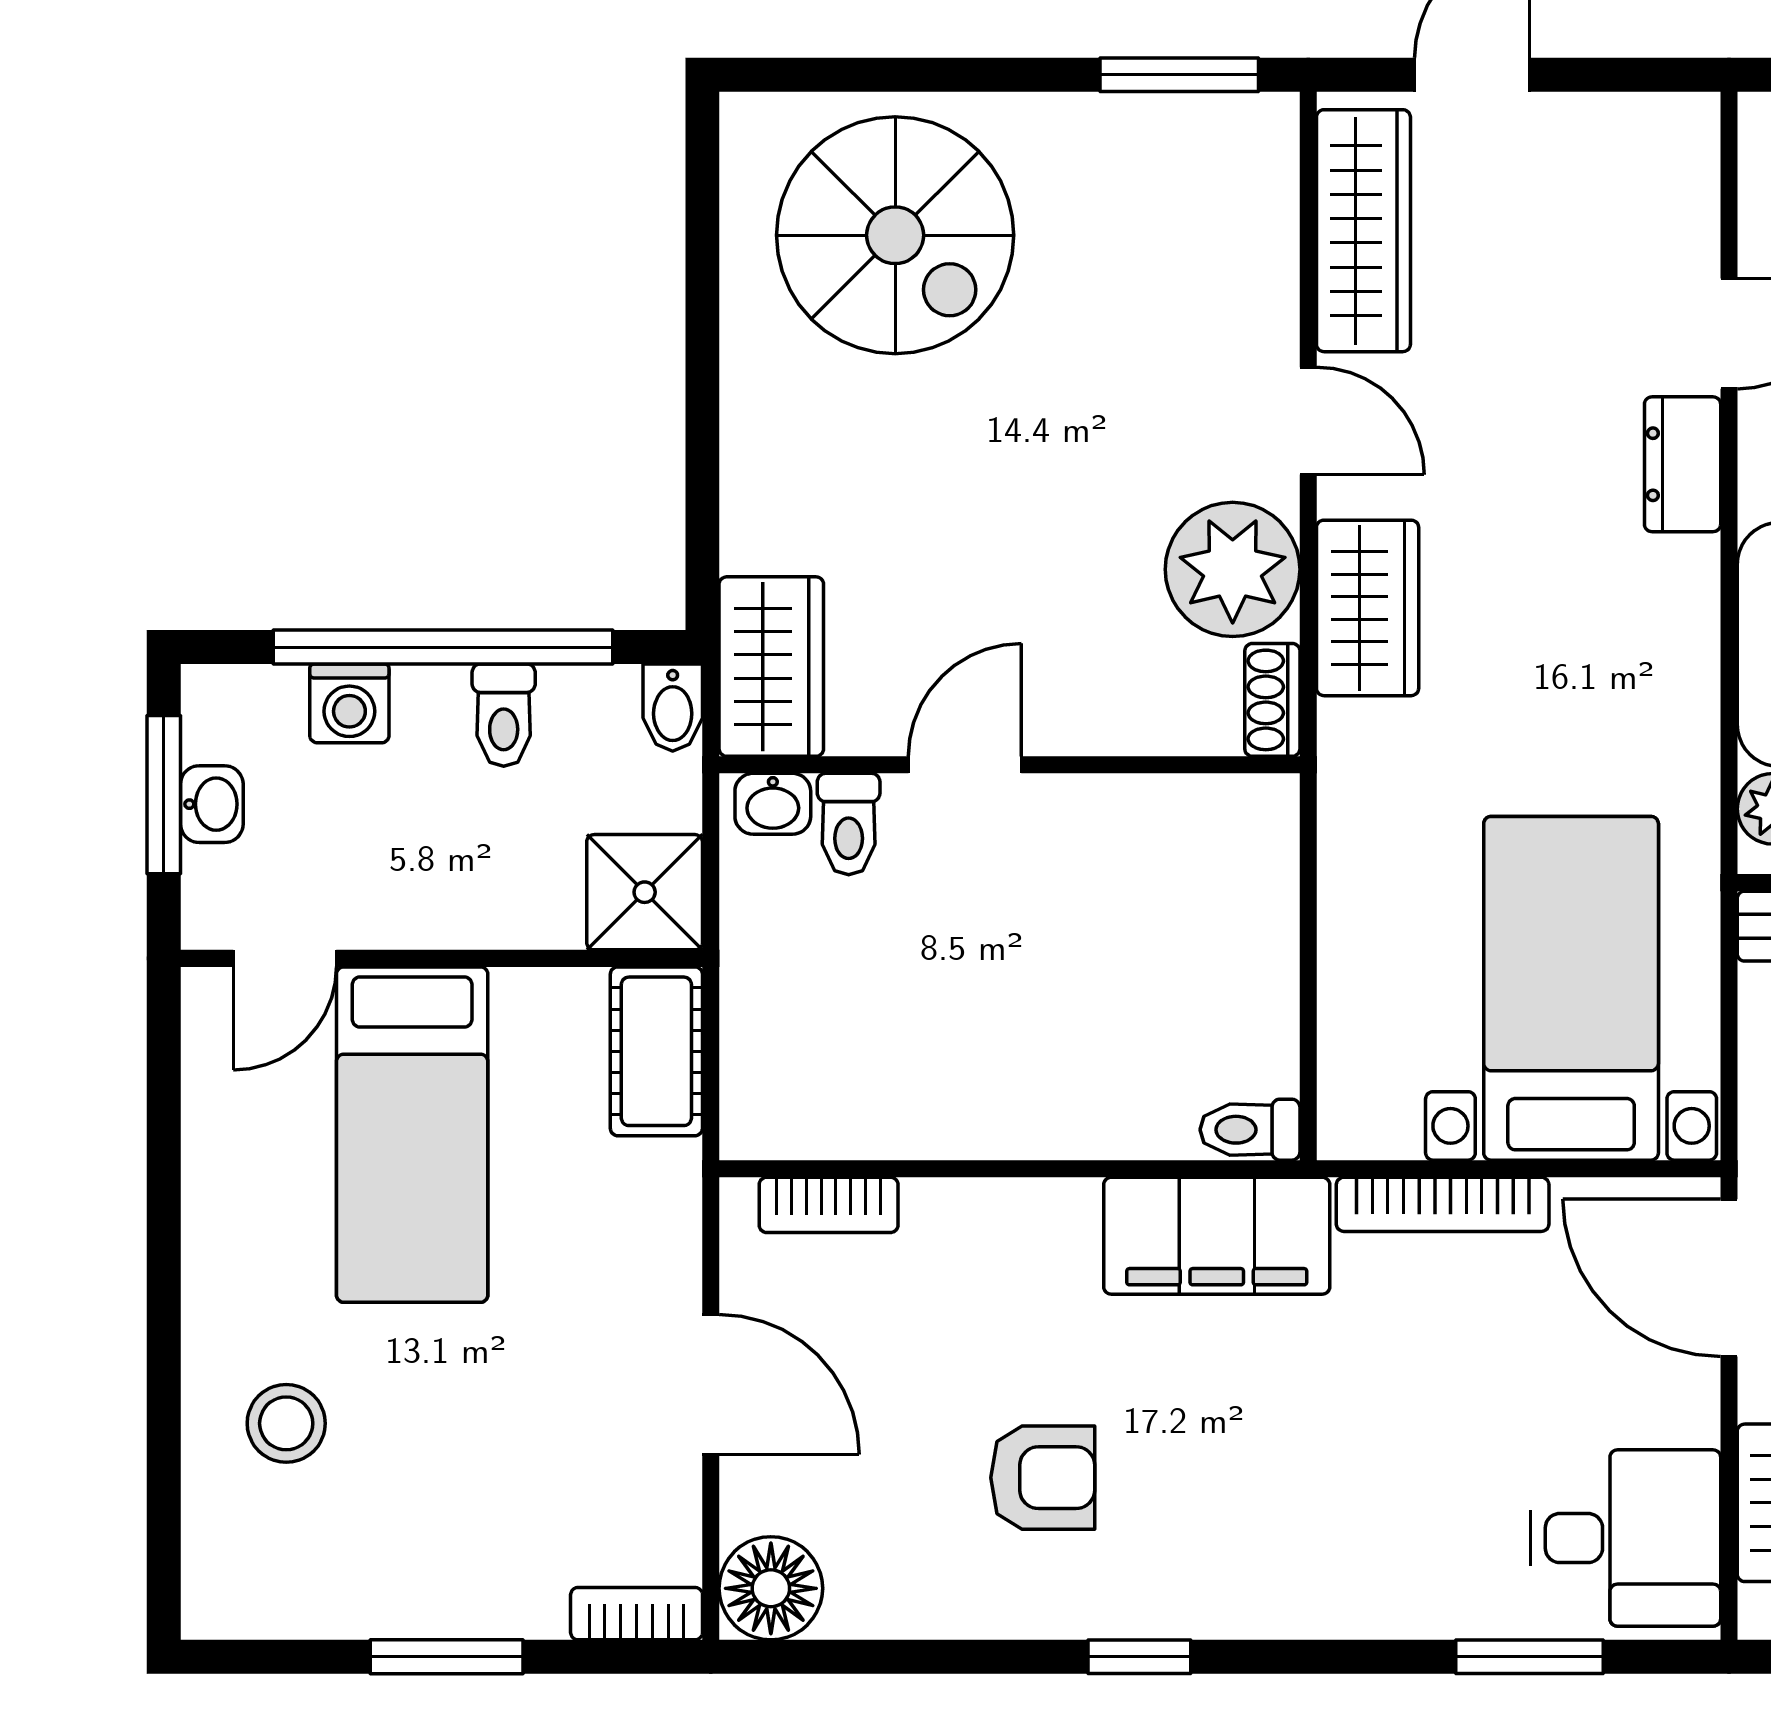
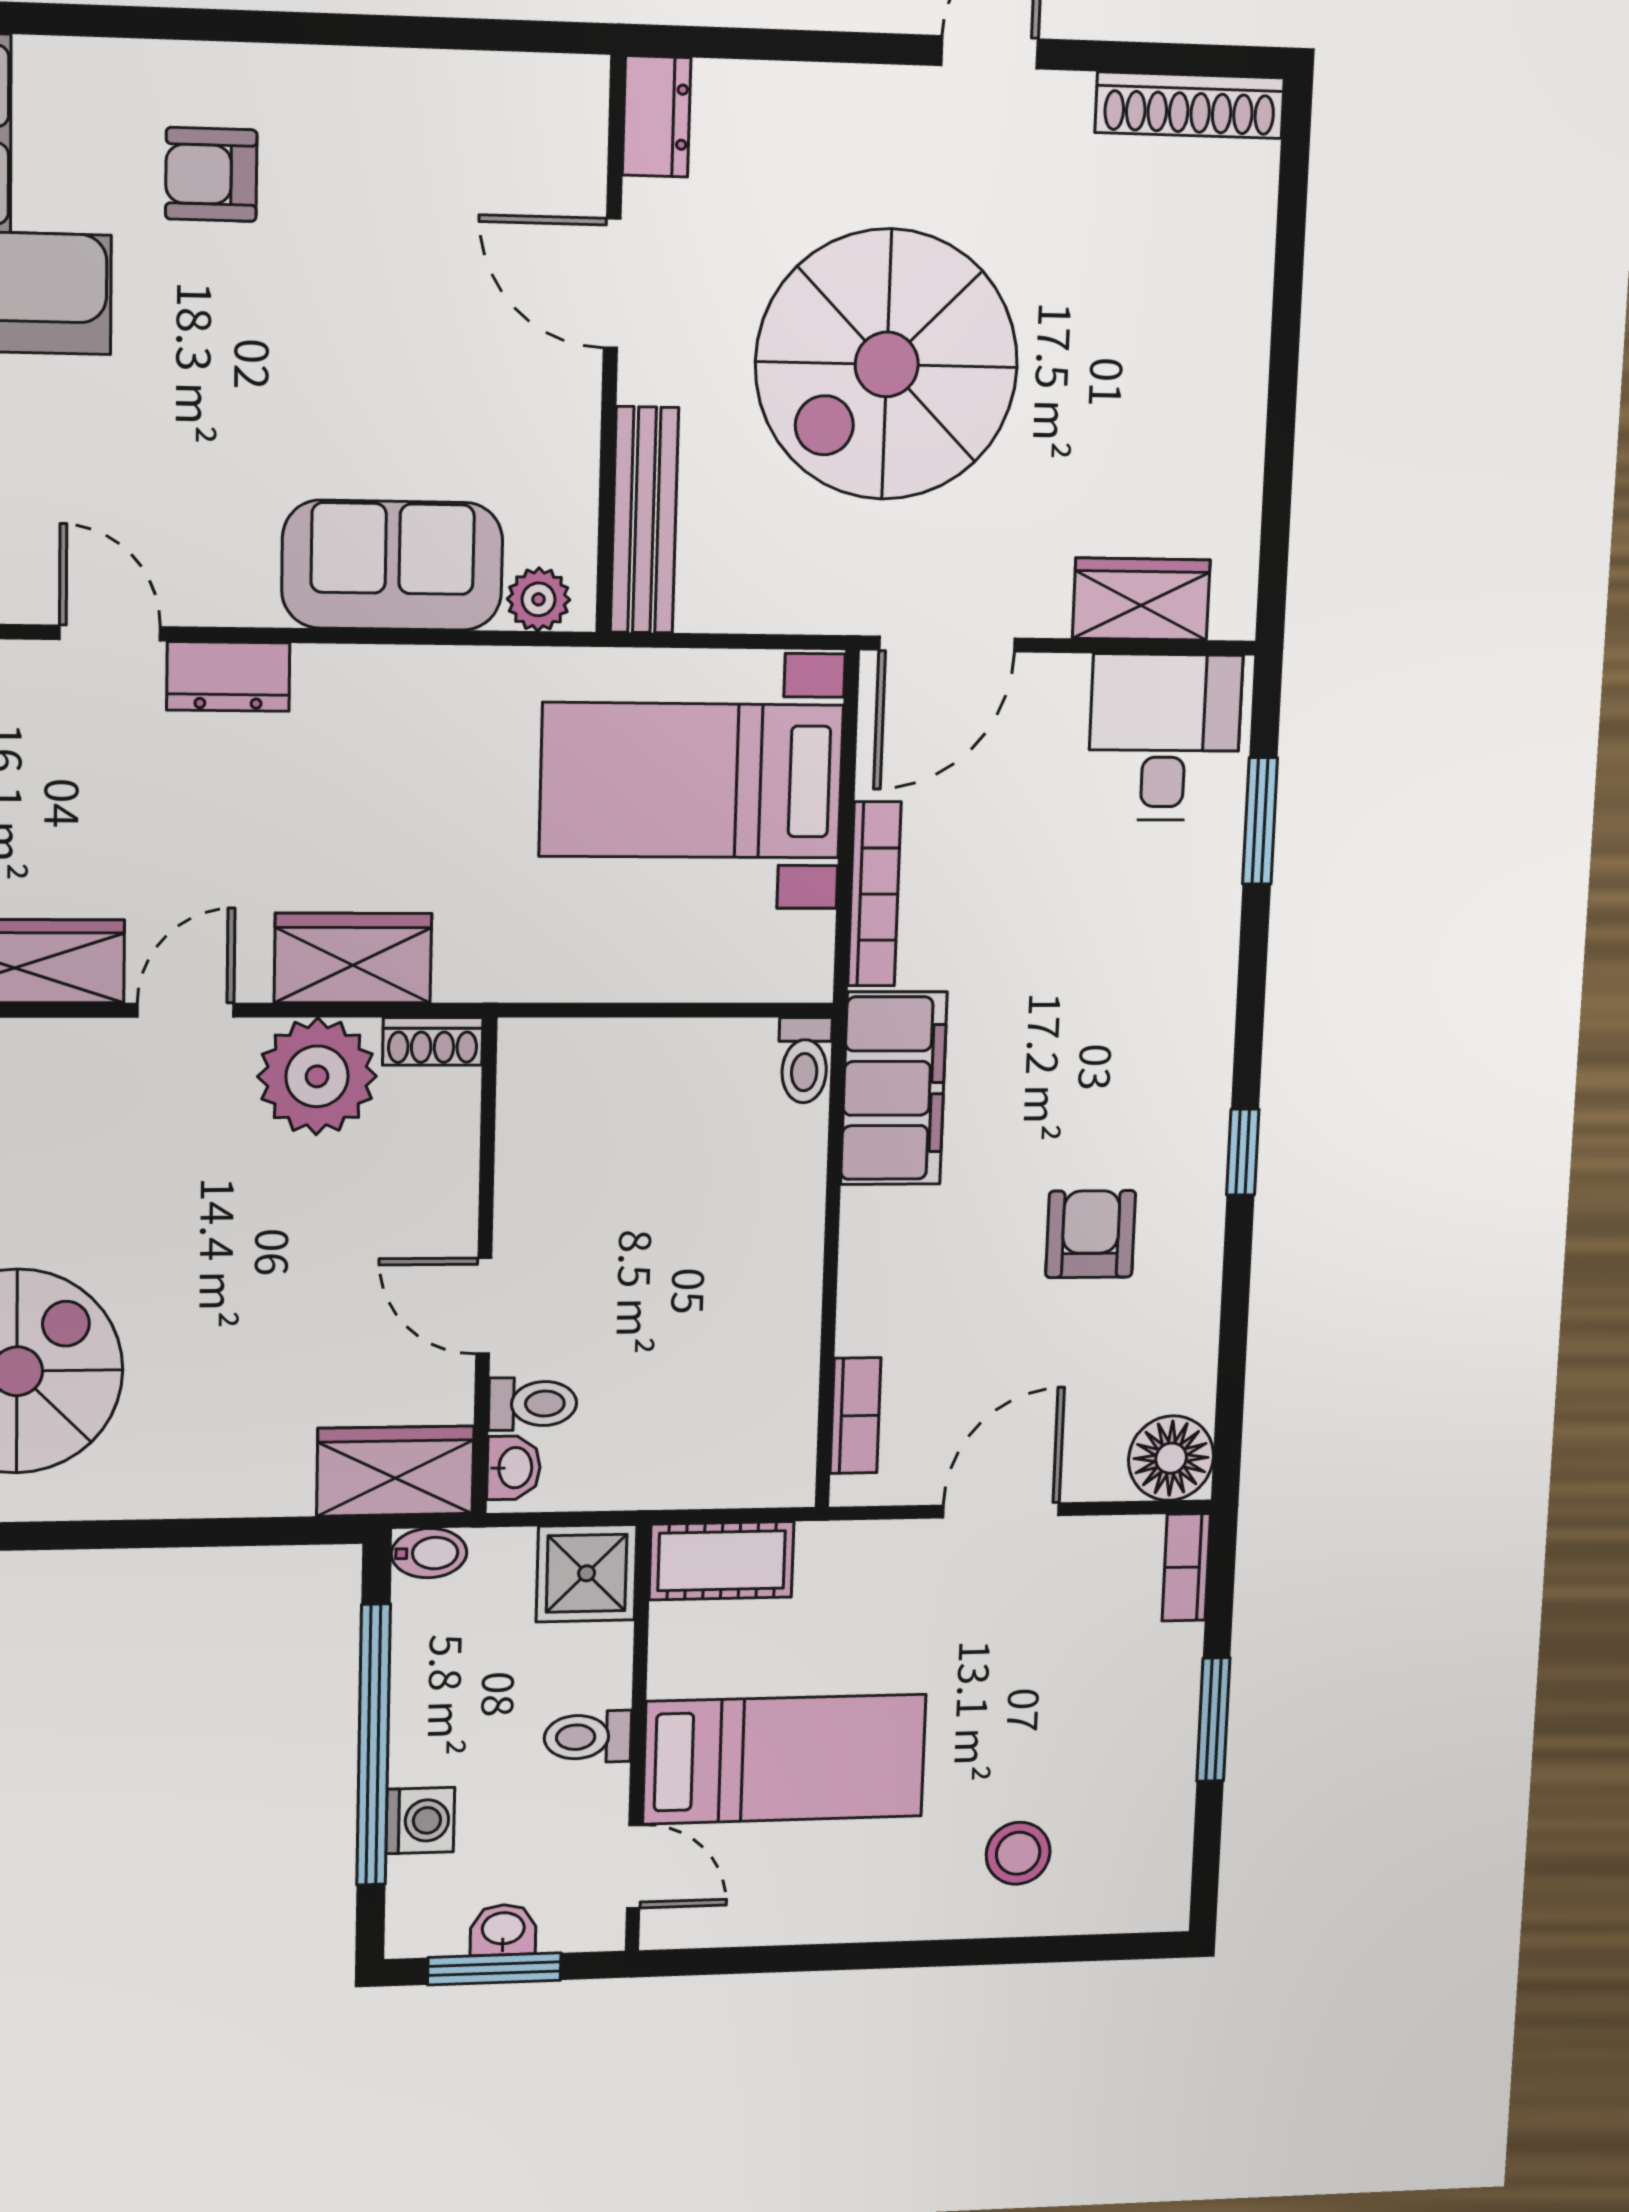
toilet: (504, 715) -> (588, 1737), moved, turned 180

